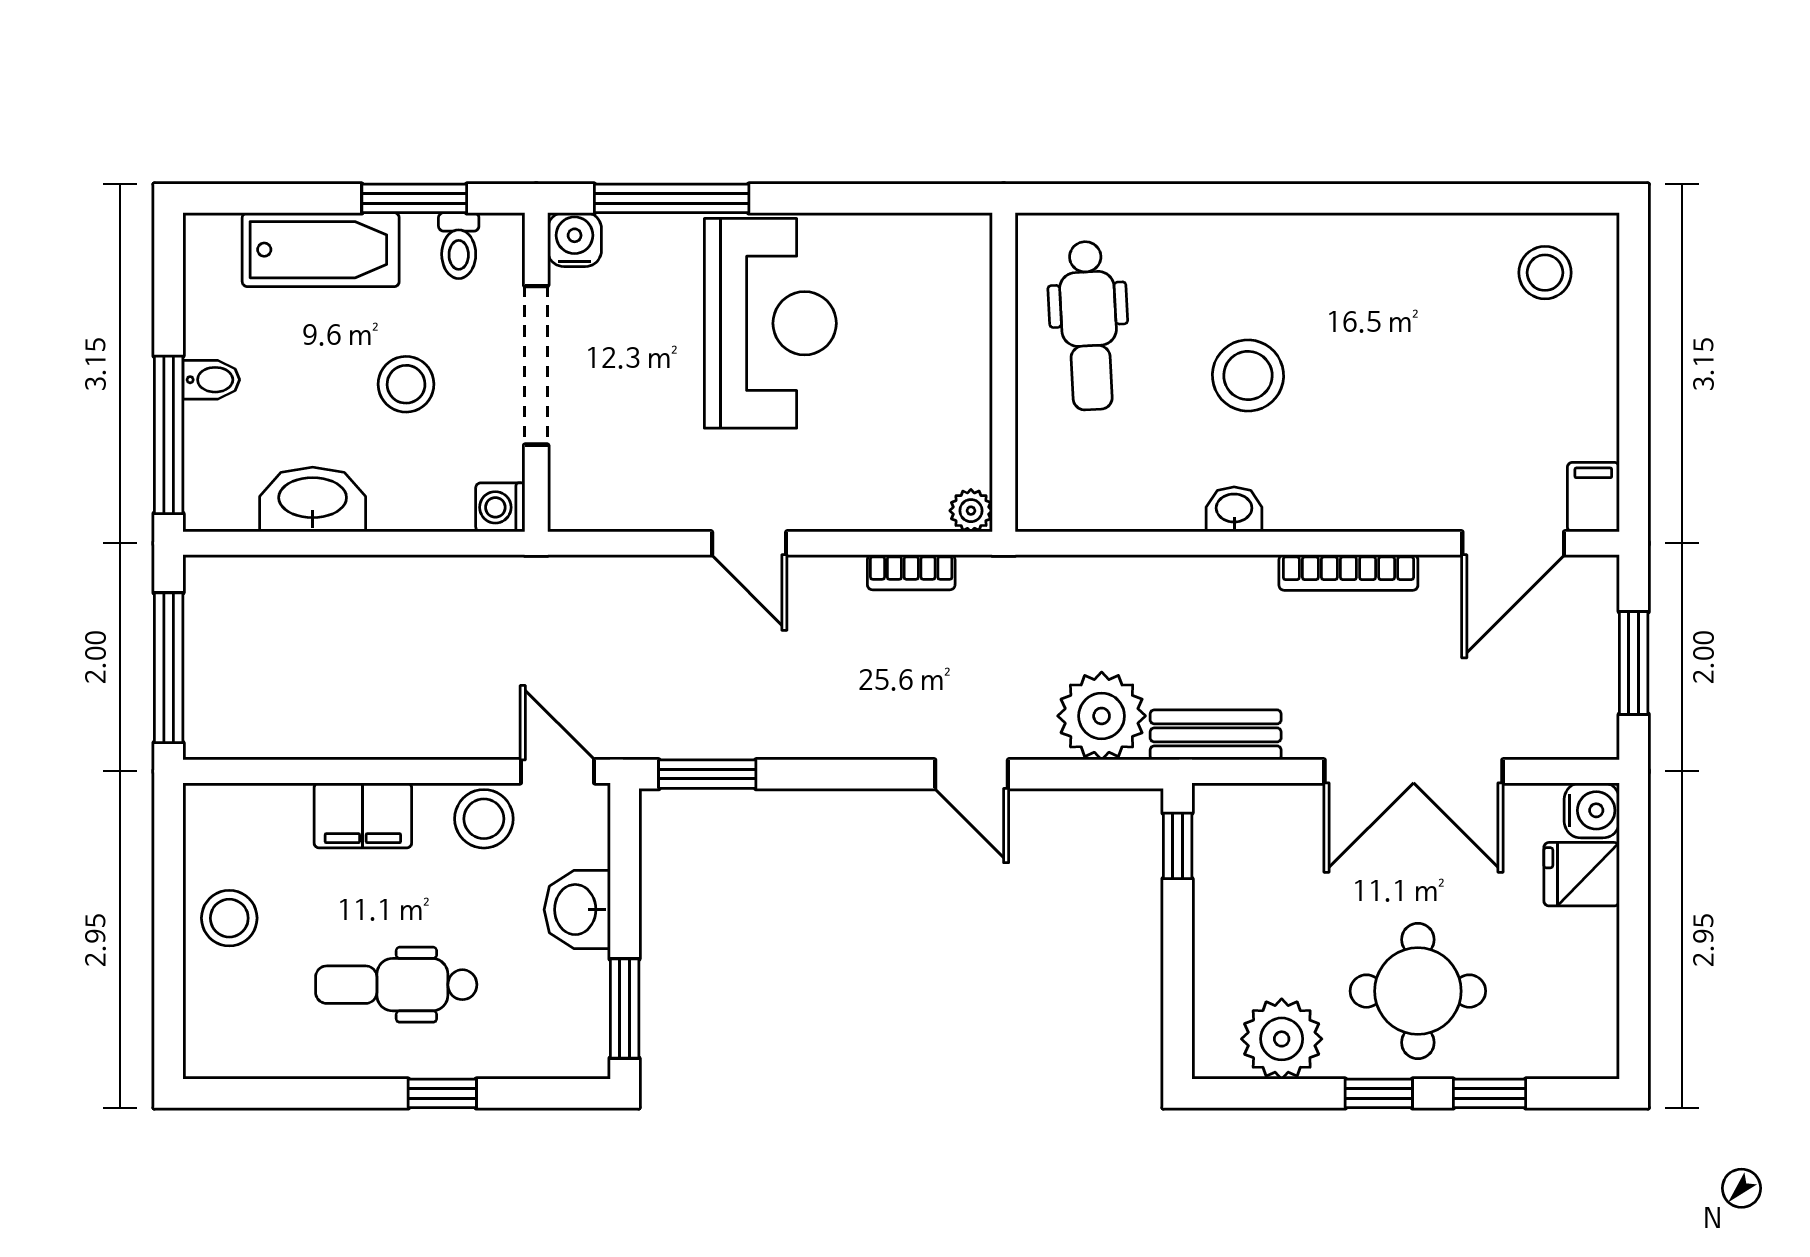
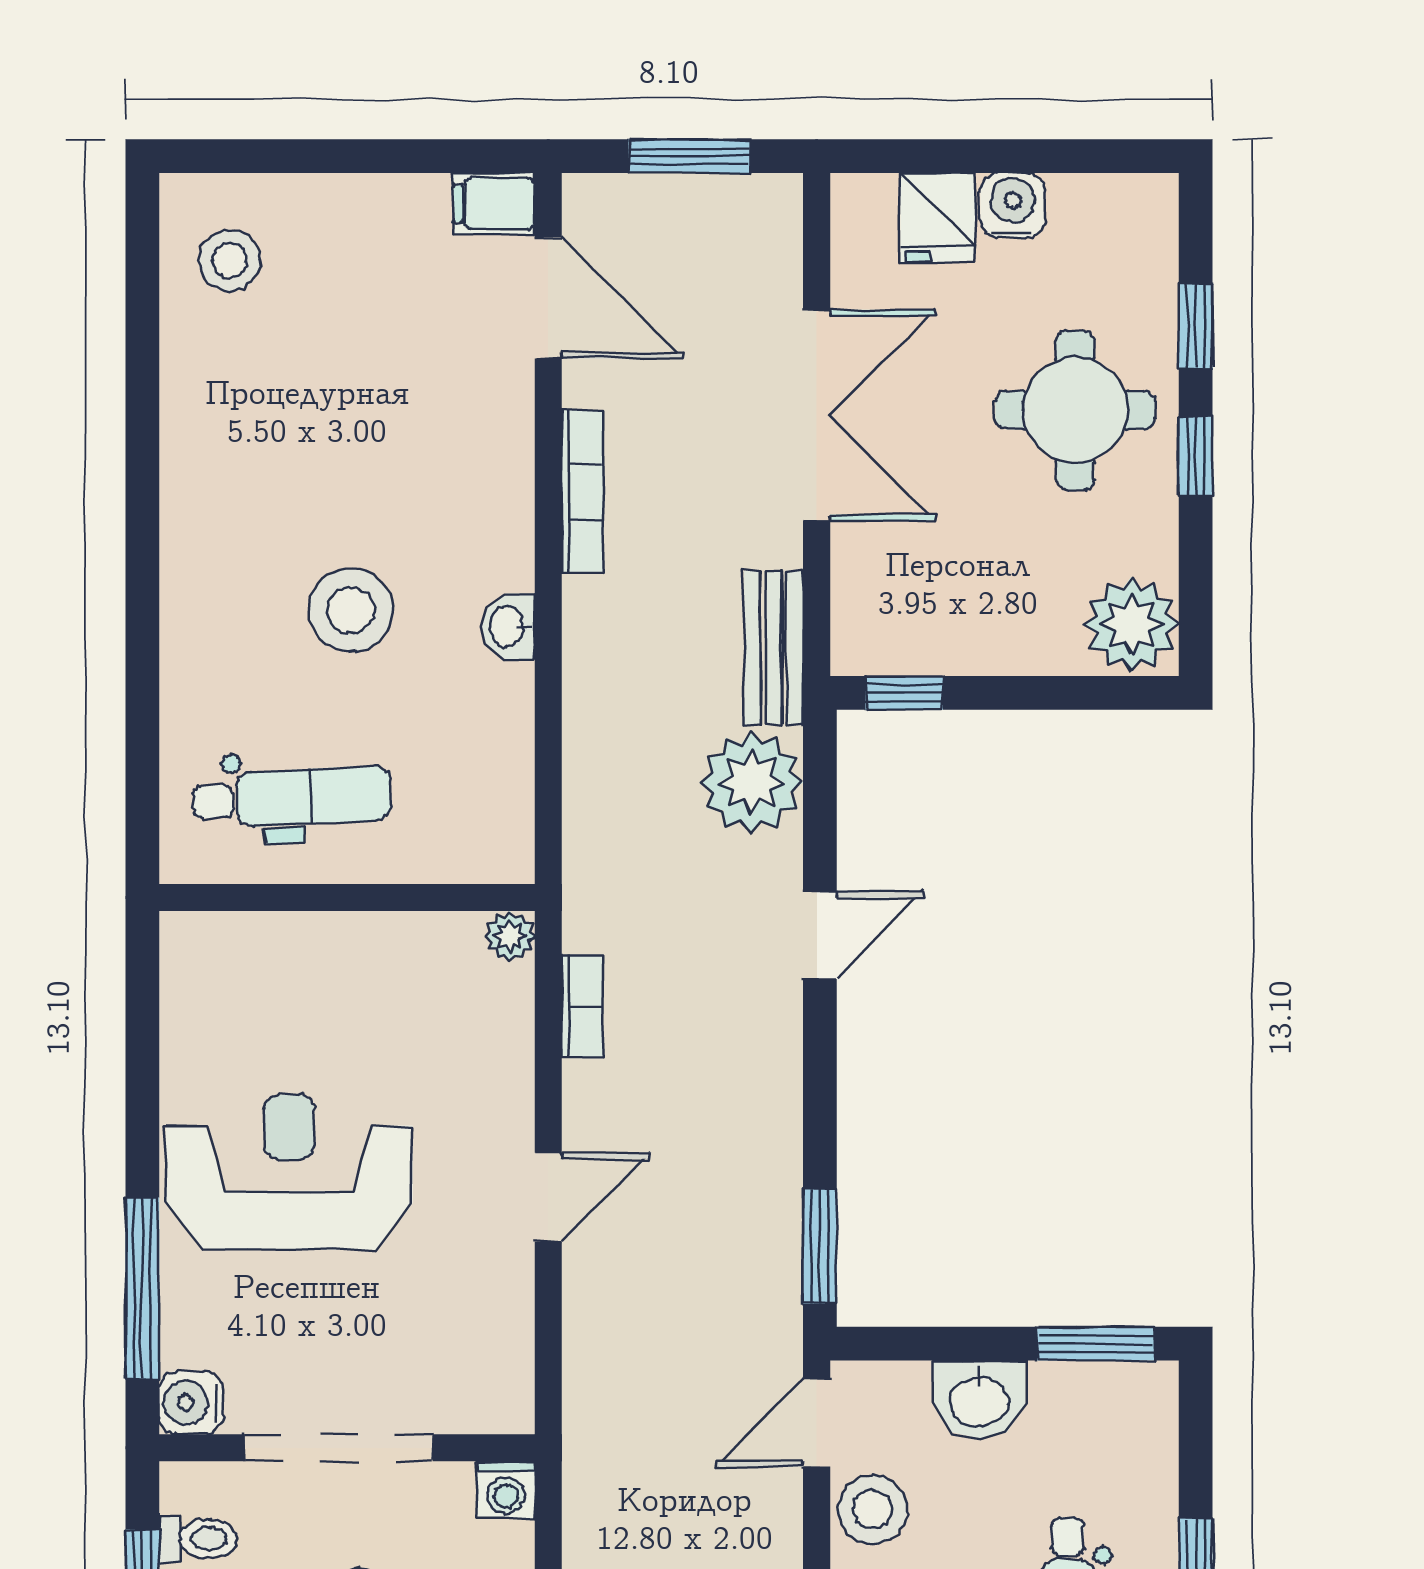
water cooler: (1592, 810) -> (1013, 205), moved
plant: (1282, 1039) -> (1131, 624), moved

